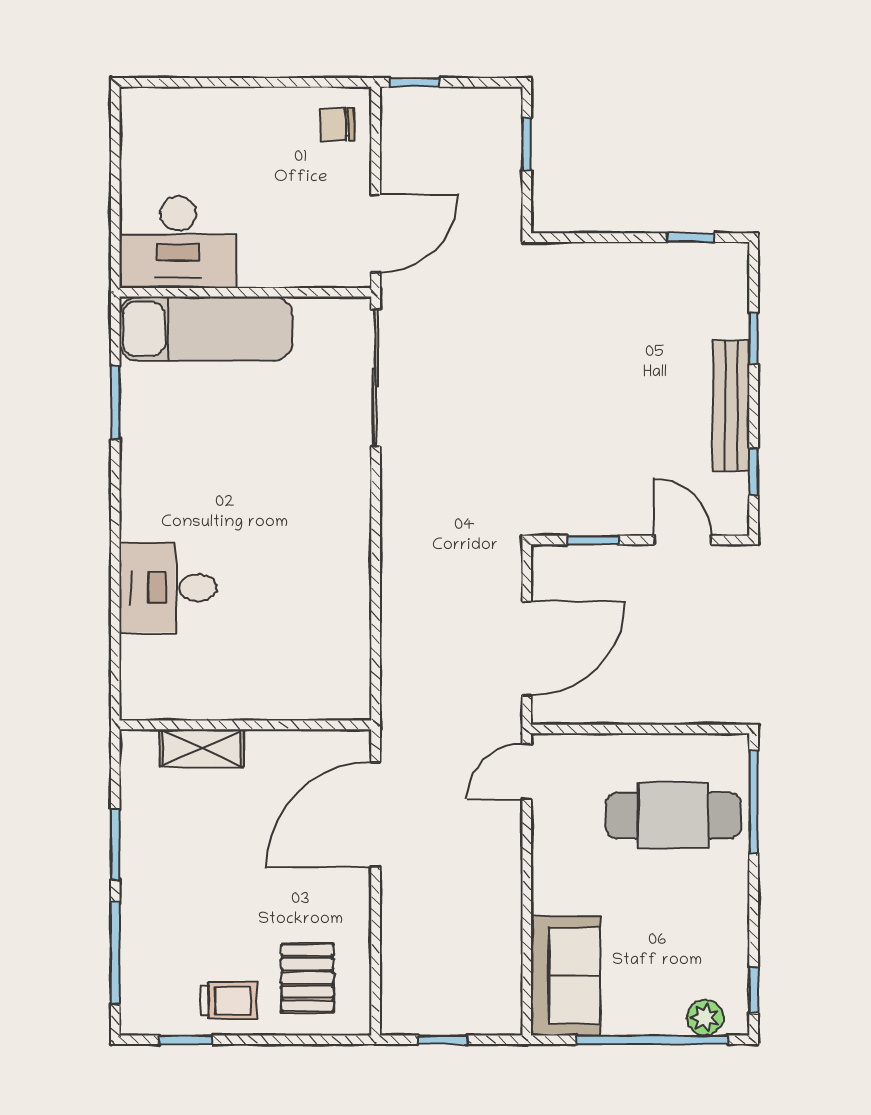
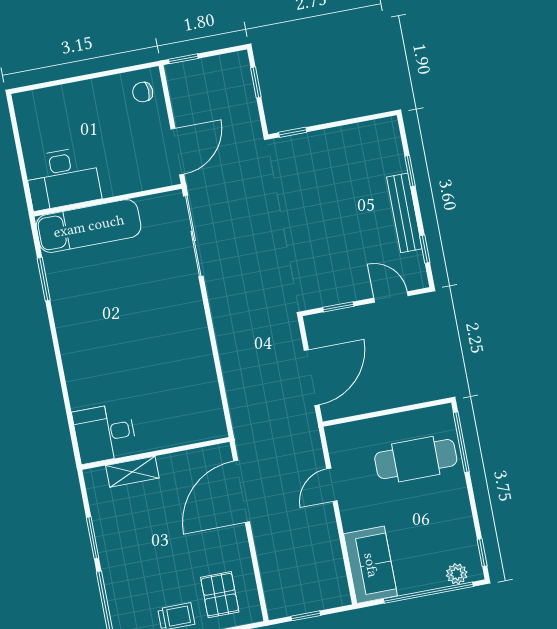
window: (691, 238) -> (293, 132), moved
desk: (168, 588) -> (105, 433), moved
door: (527, 771) -> (332, 485), moved

